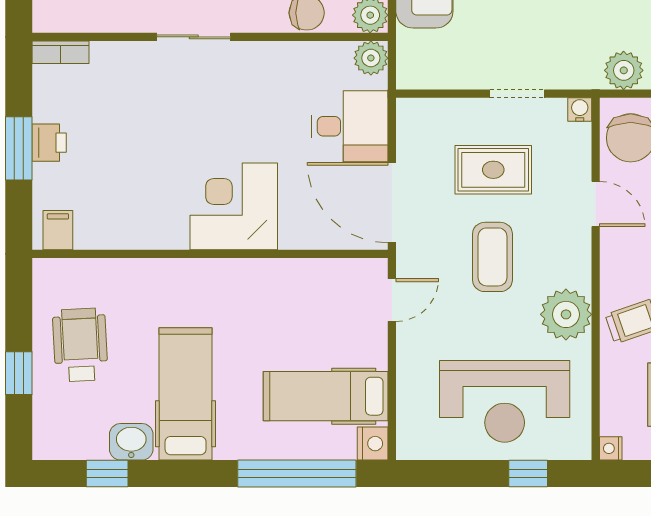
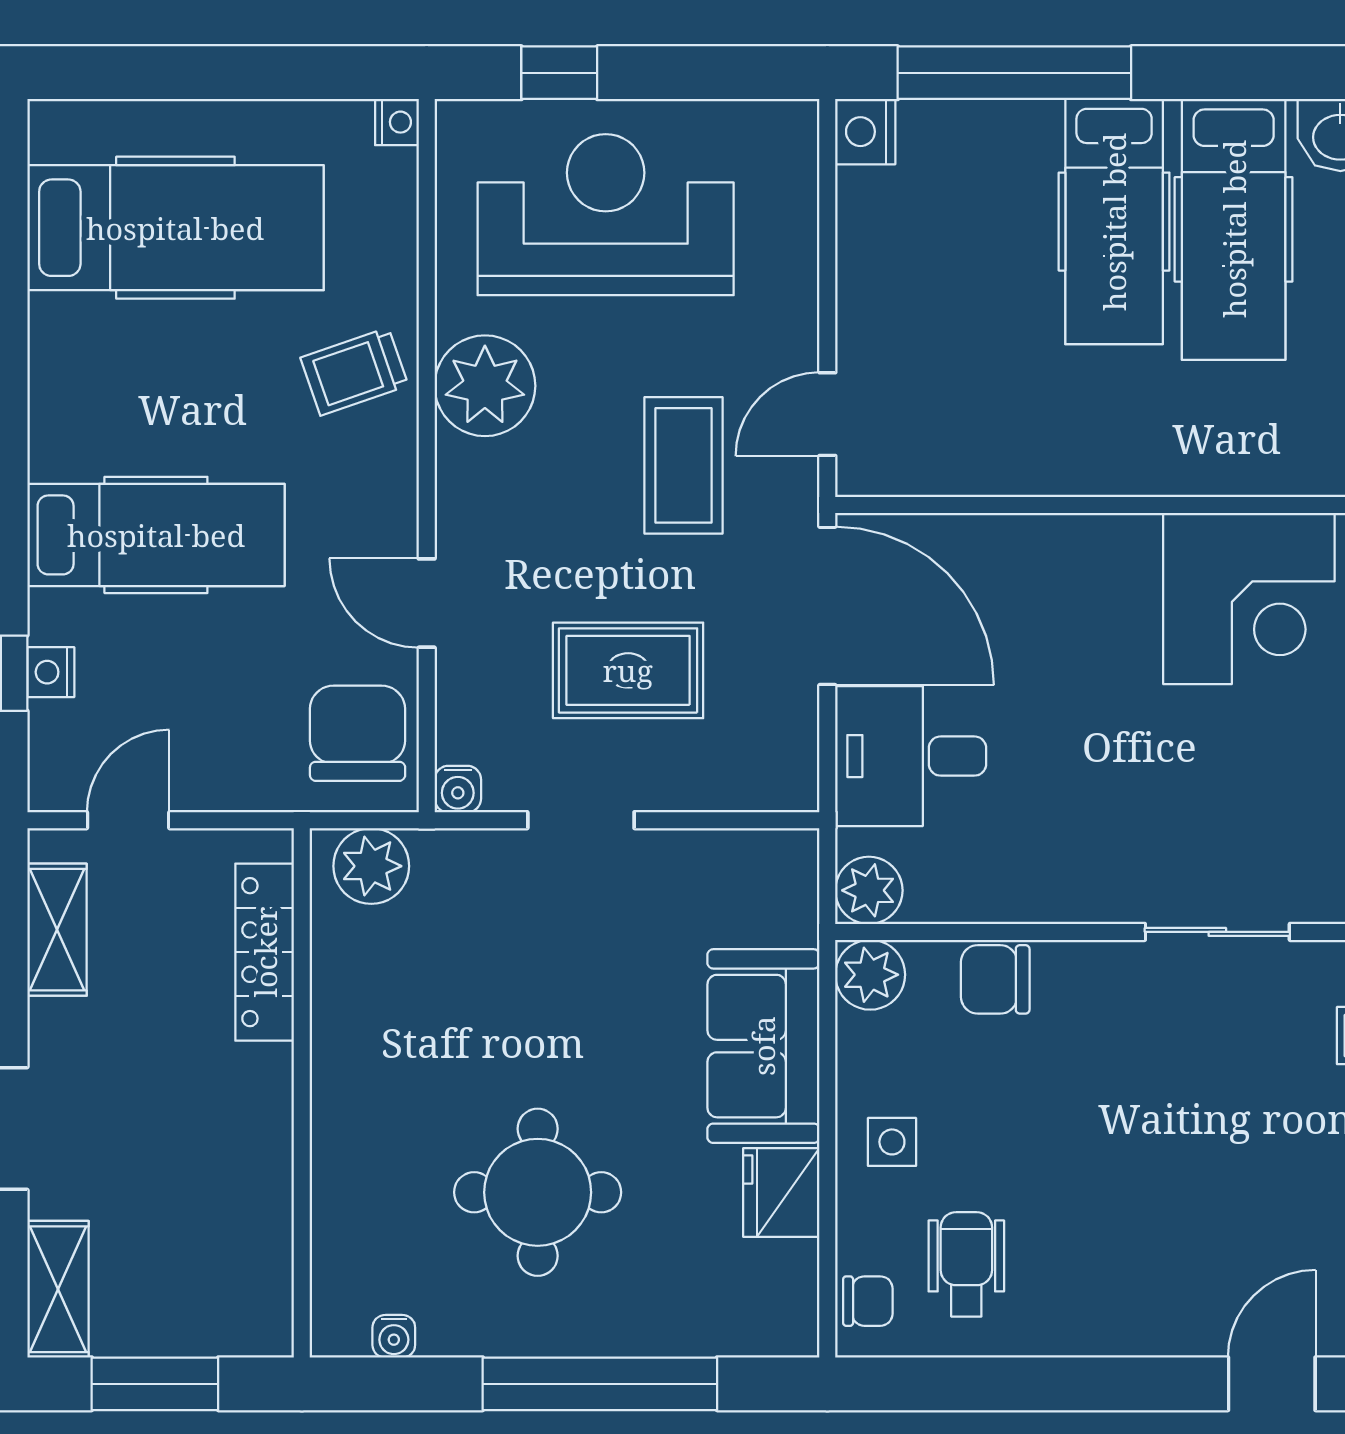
corner desk: (234, 206) -> (1249, 599), moved
coffee table: (492, 257) -> (684, 465), moved
hospital bed: (326, 396) -> (1114, 222), moved, turned 90

